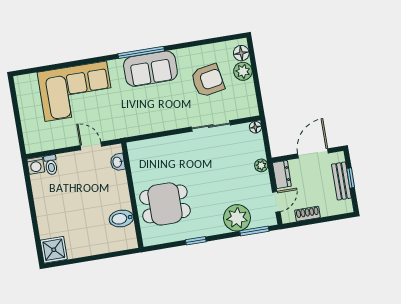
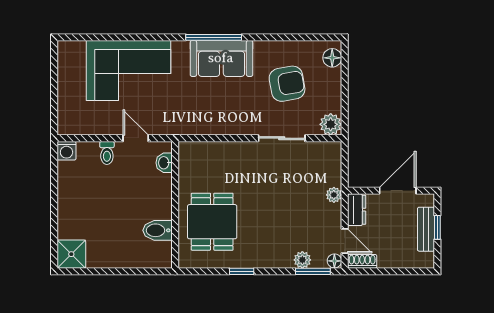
plant: (243, 71) -> (331, 124), moved
floor lamp: (255, 127) -> (334, 261), moved
toilet: (51, 165) -> (107, 153), moved
door: (276, 202) -> (345, 241), hinge flipped
dining table: (165, 204) -> (212, 222), turned 90
shoe rack: (308, 214) -> (362, 261), moved
plant: (237, 218) -> (302, 260), width x0.53, depth x0.53

